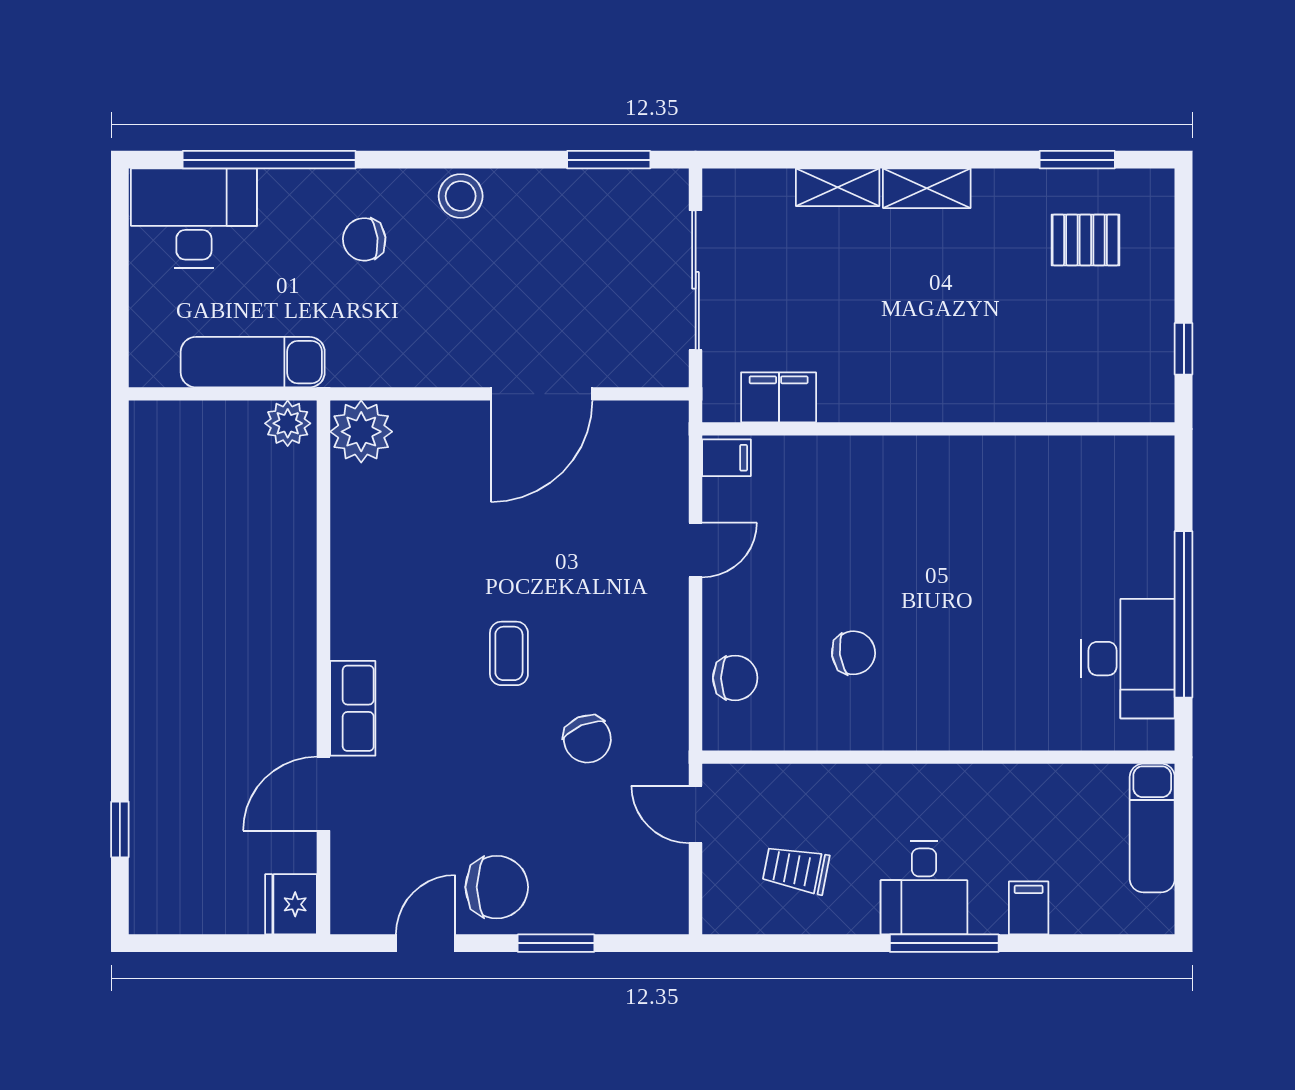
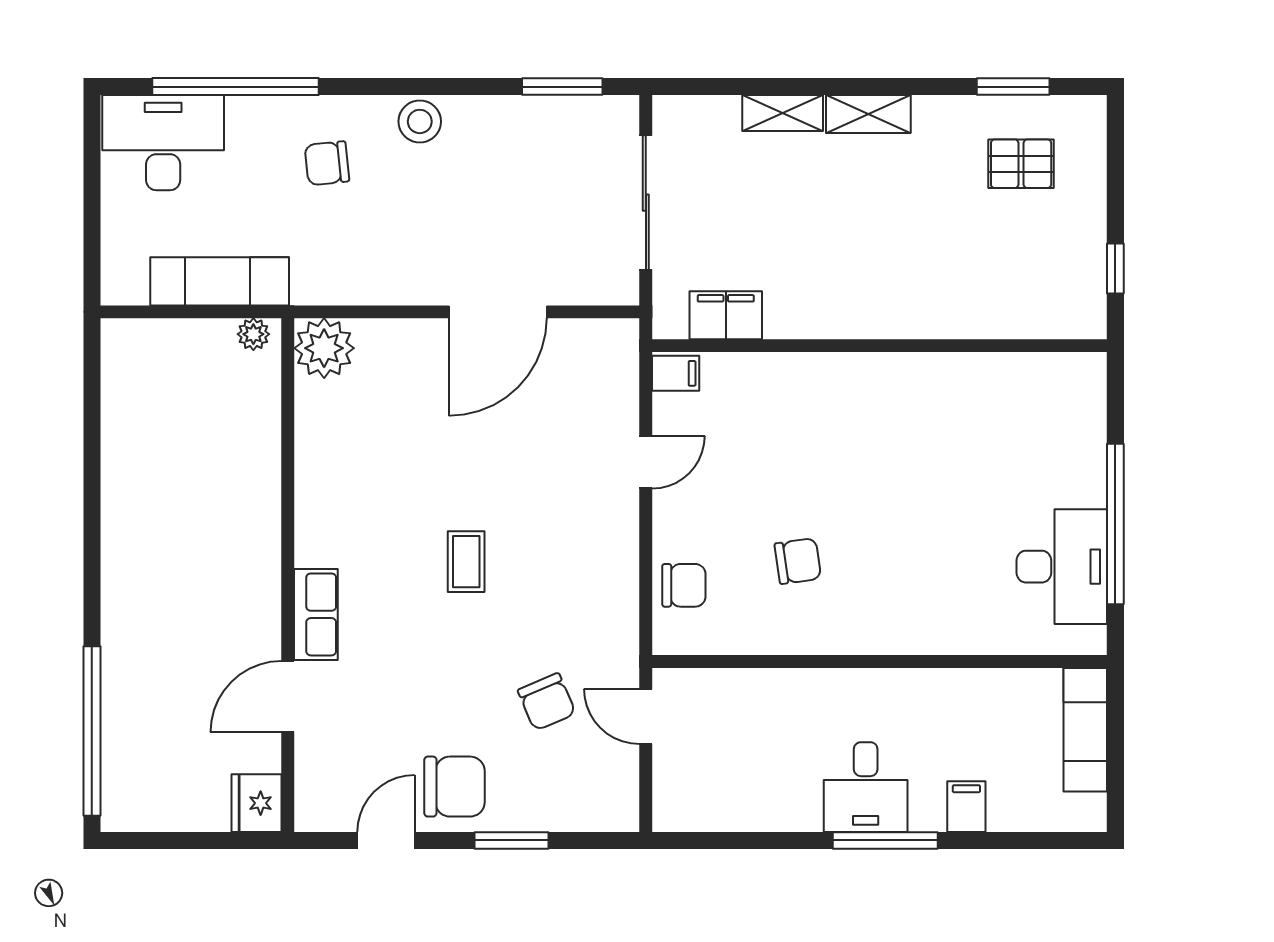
plant: (288, 423) -> (253, 334), width x0.73, depth x0.73
chair: (587, 739) -> (547, 702), moved
window: (120, 829) -> (92, 731), width x3.17
trolley: (796, 870) -> (742, 770), removed

